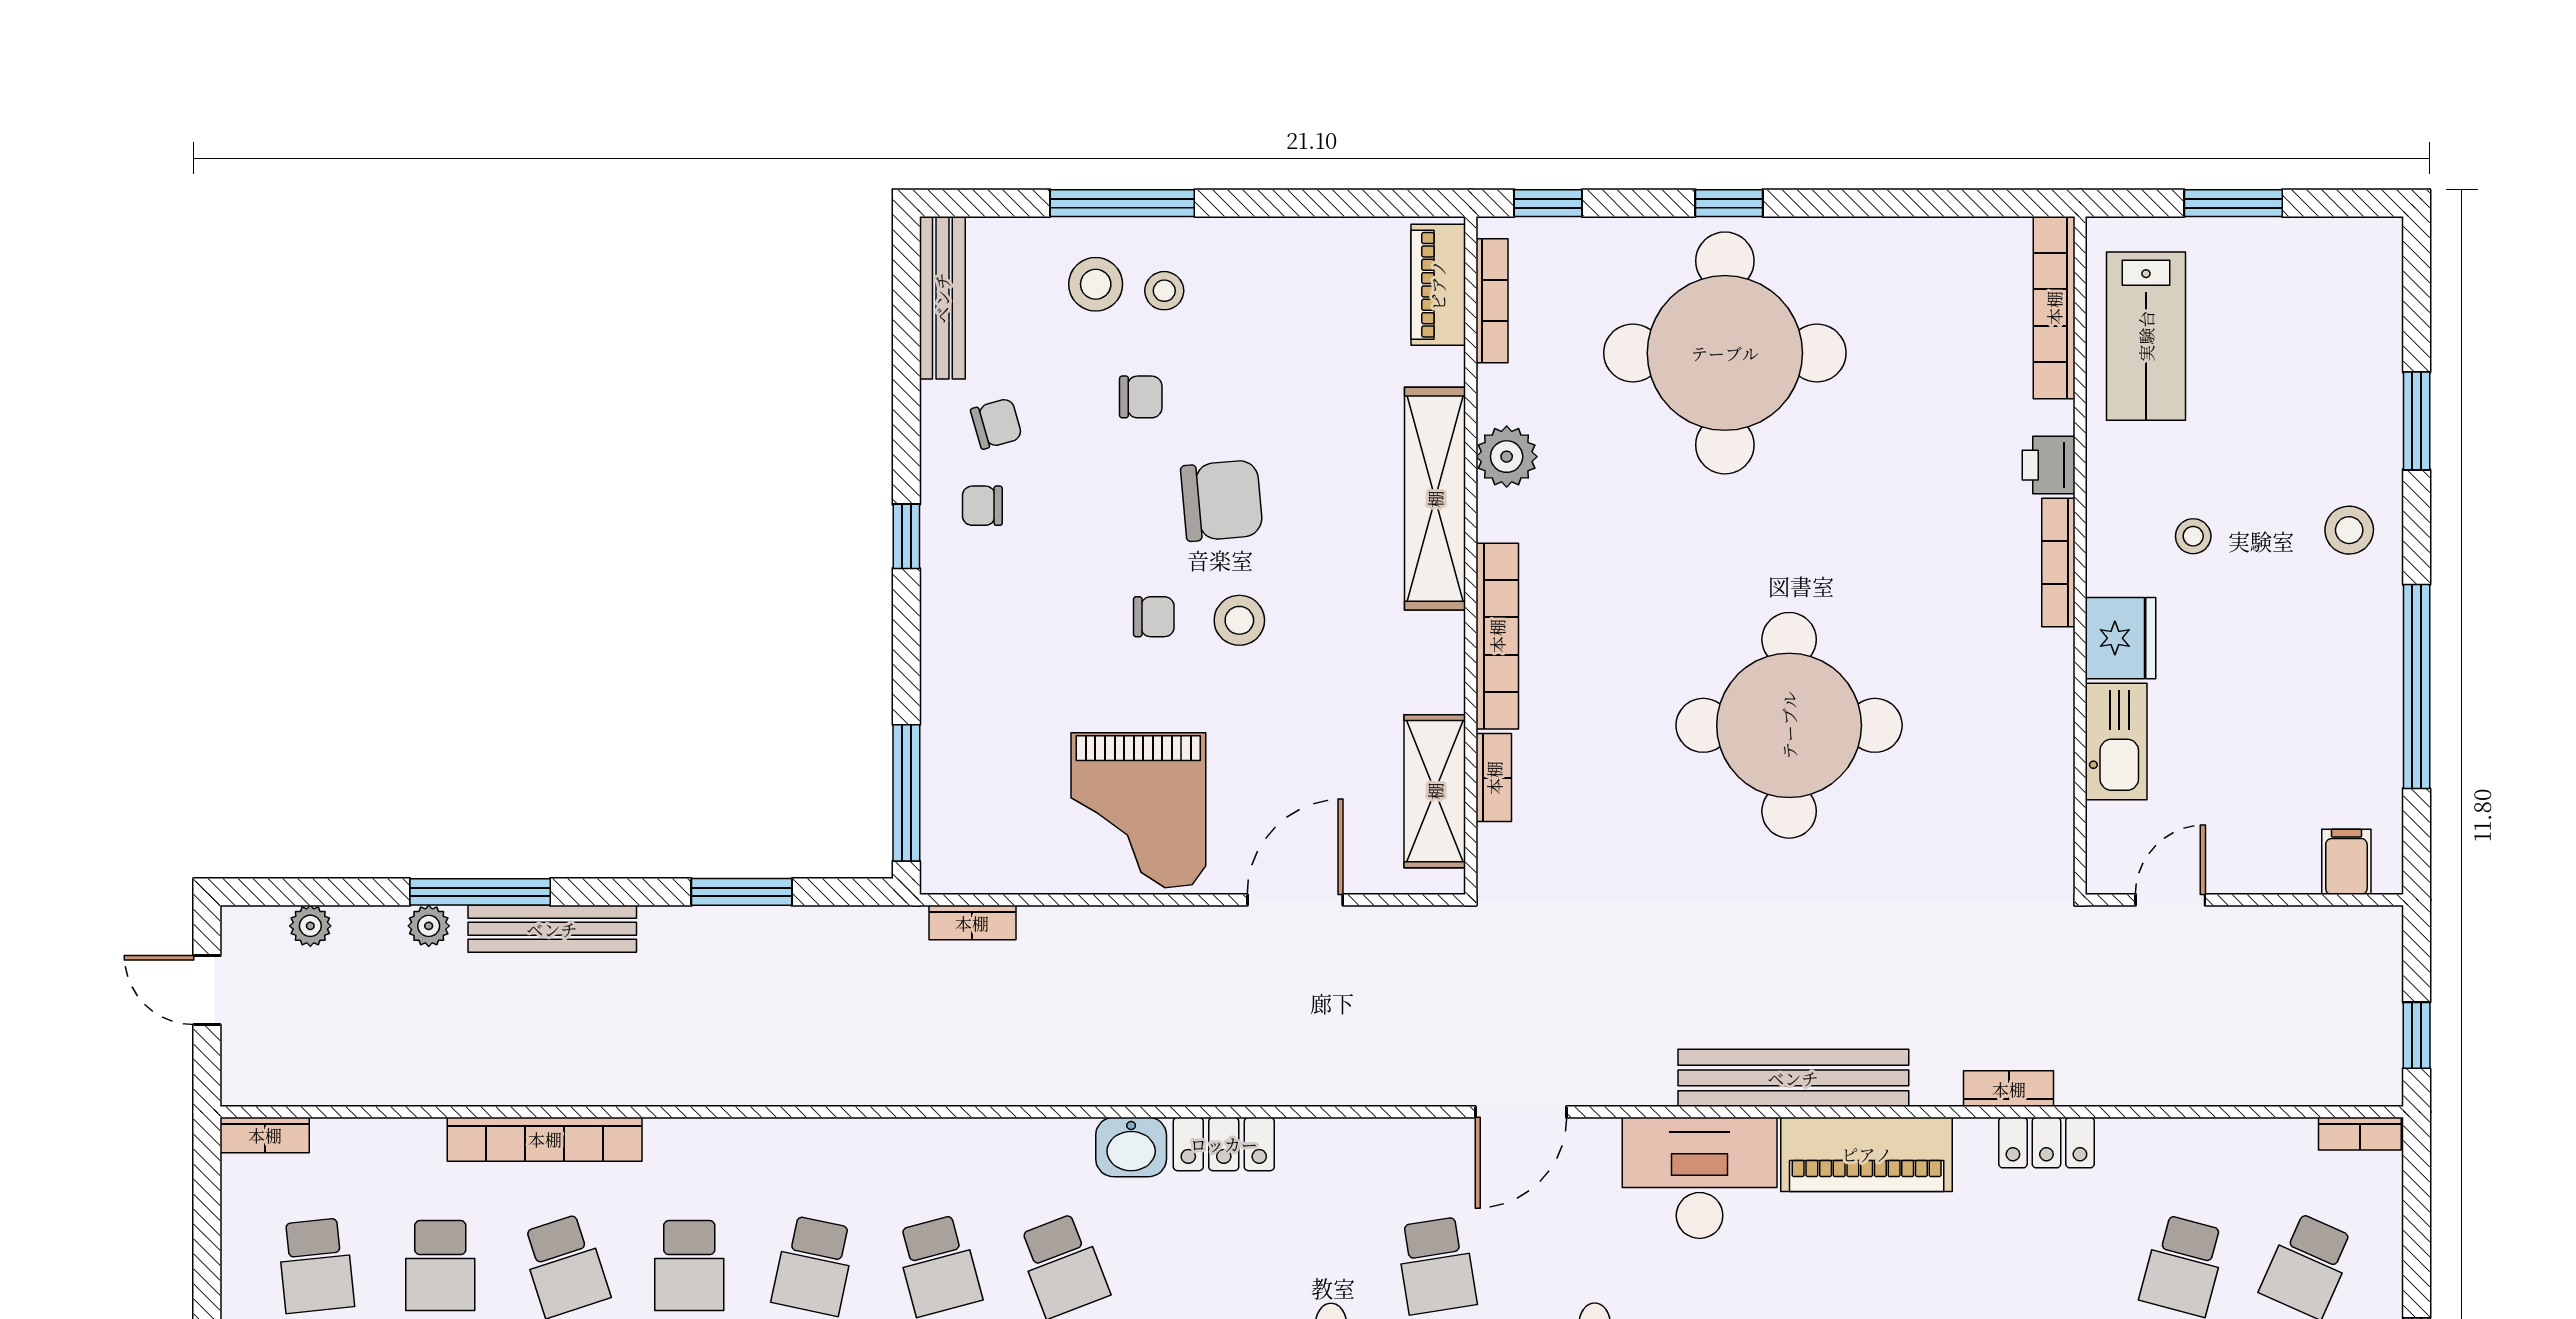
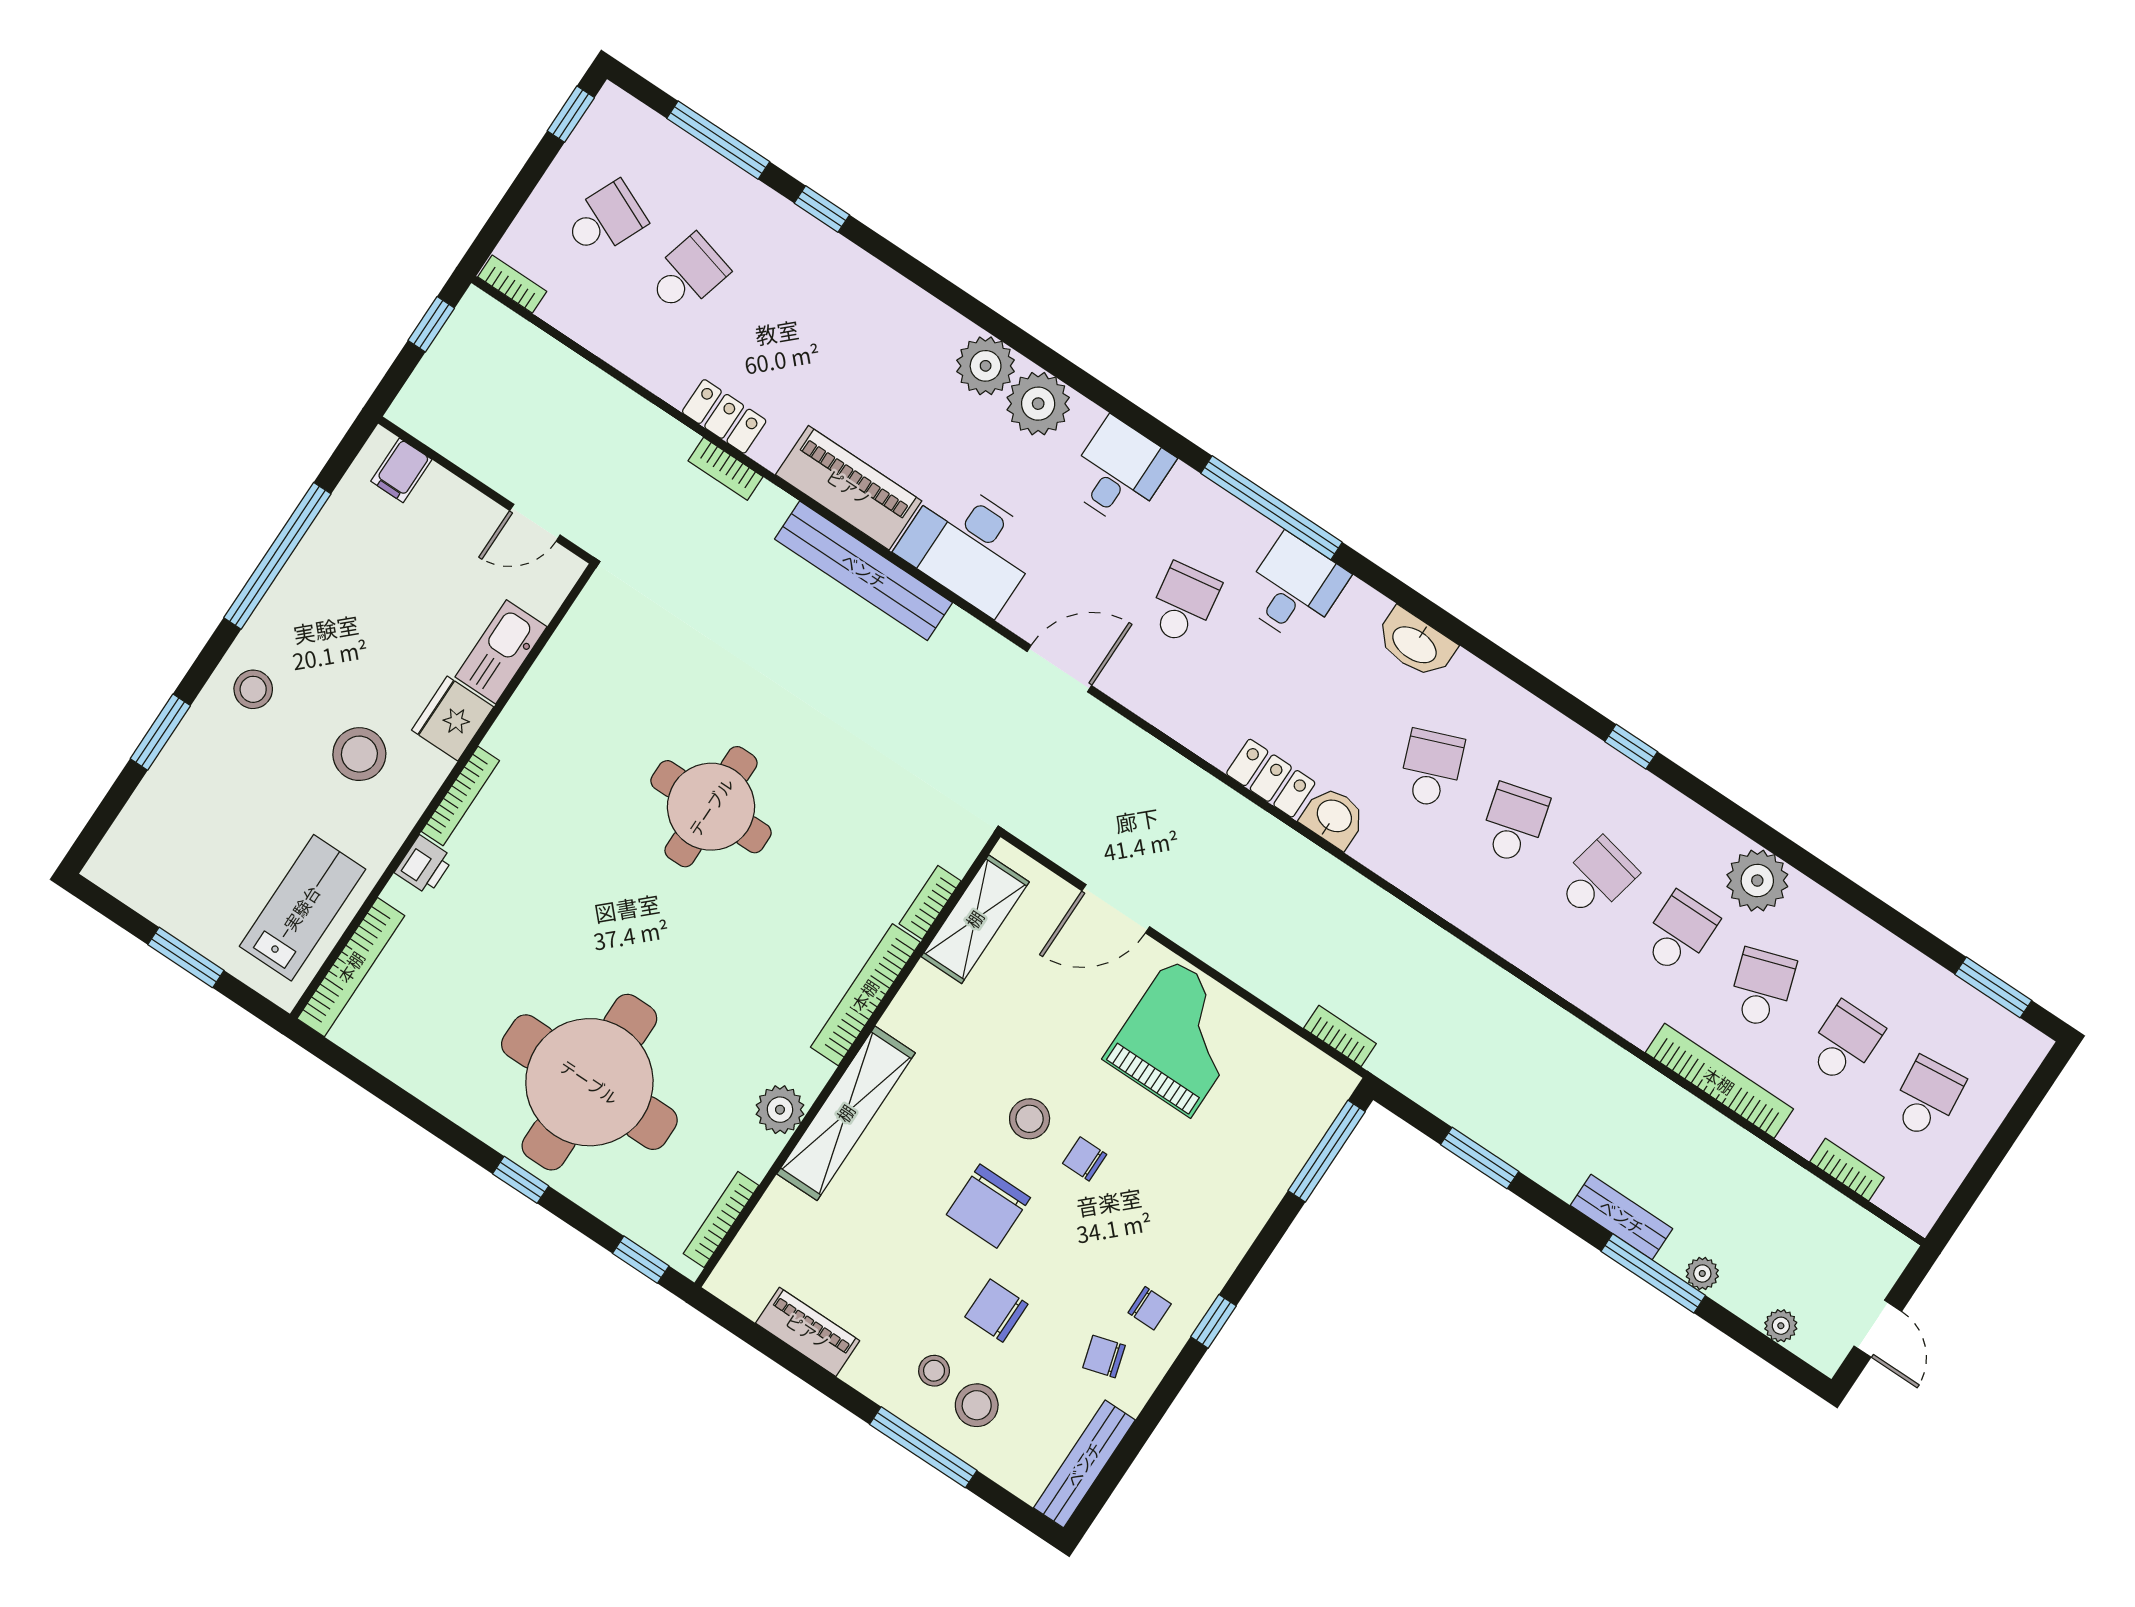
piano: (1438, 285) -> (808, 1332), moved, turned -90
chair: (1141, 397) -> (996, 1311), width x1.37, depth x1.37
chair: (1222, 501) -> (988, 1206), turned -85
stool: (2193, 536) -> (359, 754), width x1.89, depth x1.89
round table: (1789, 725) -> (711, 807), width x0.73, depth x0.73
bench: (552, 929) -> (1622, 1217), width x0.73
bookcase: (265, 1135) -> (1847, 1170), moved

